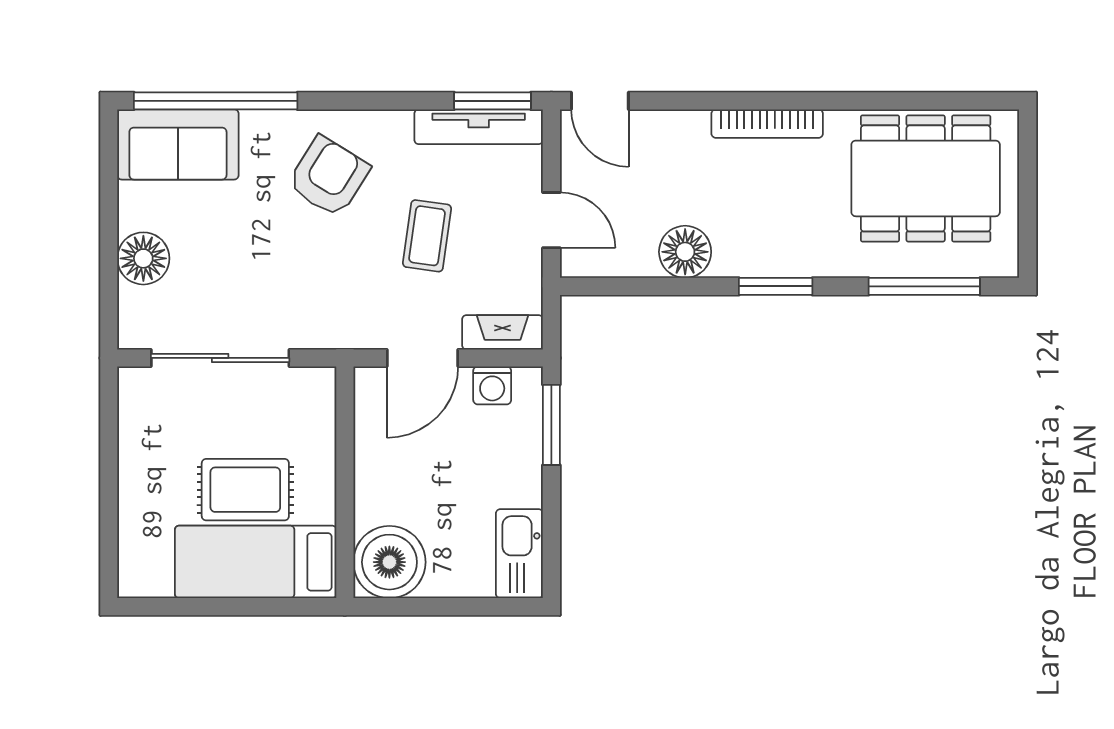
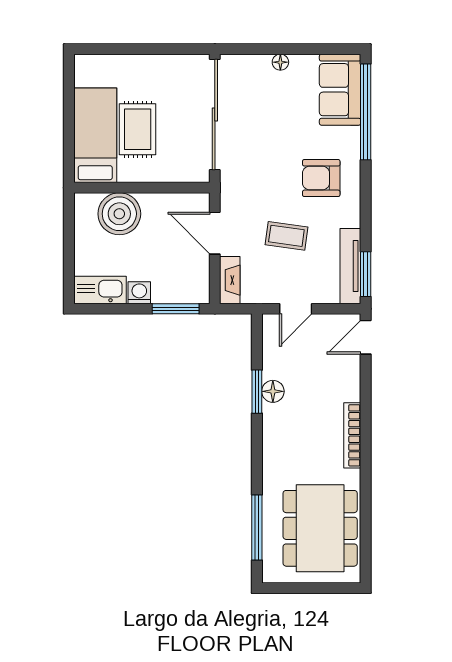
armchair: (329, 177) -> (321, 178), turned 148
floor lamp: (685, 252) -> (273, 391), width x0.73, depth x0.73
floor lamp: (143, 258) -> (280, 62), width x0.53, depth x0.53
window: (776, 286) -> (257, 392), moved
sliding door: (220, 358) -> (215, 114), width x1.36
washing machine: (492, 385) -> (139, 293), moved, turned 90
boiler: (389, 562) -> (119, 214), moved

